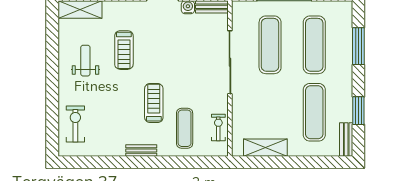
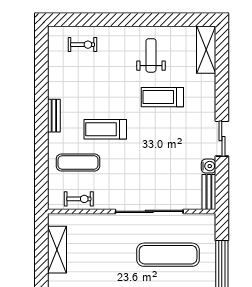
weight bench: (85, 61) -> (151, 55), turned -90
treadmill: (154, 103) -> (105, 129), turned 180
exercise bike: (75, 124) -> (83, 45), width x0.73, depth x0.72

